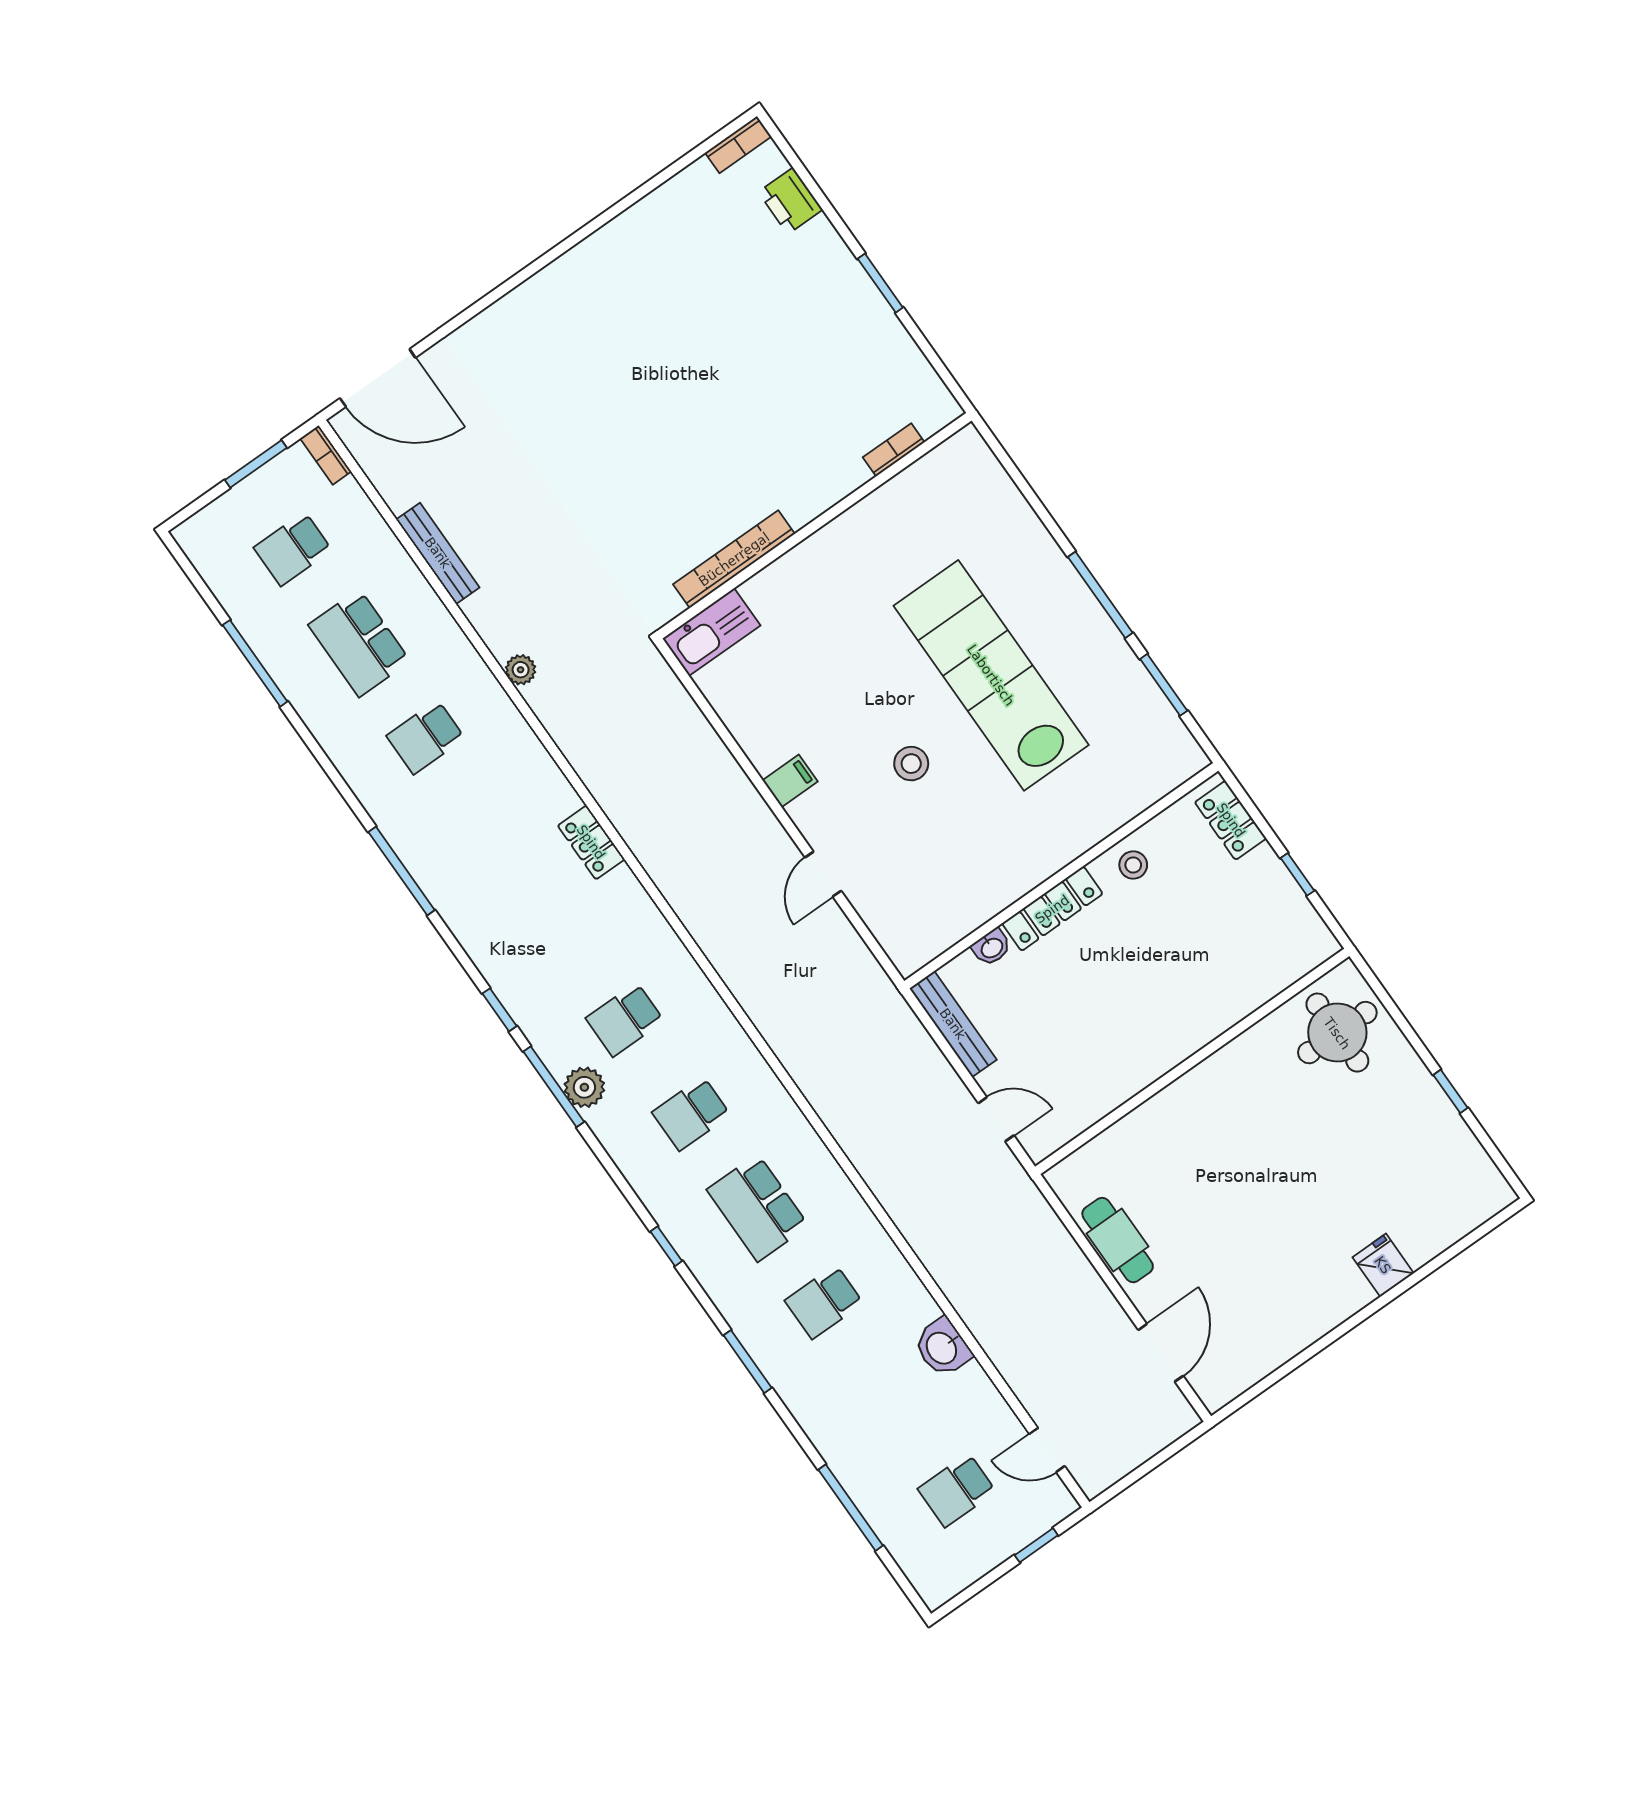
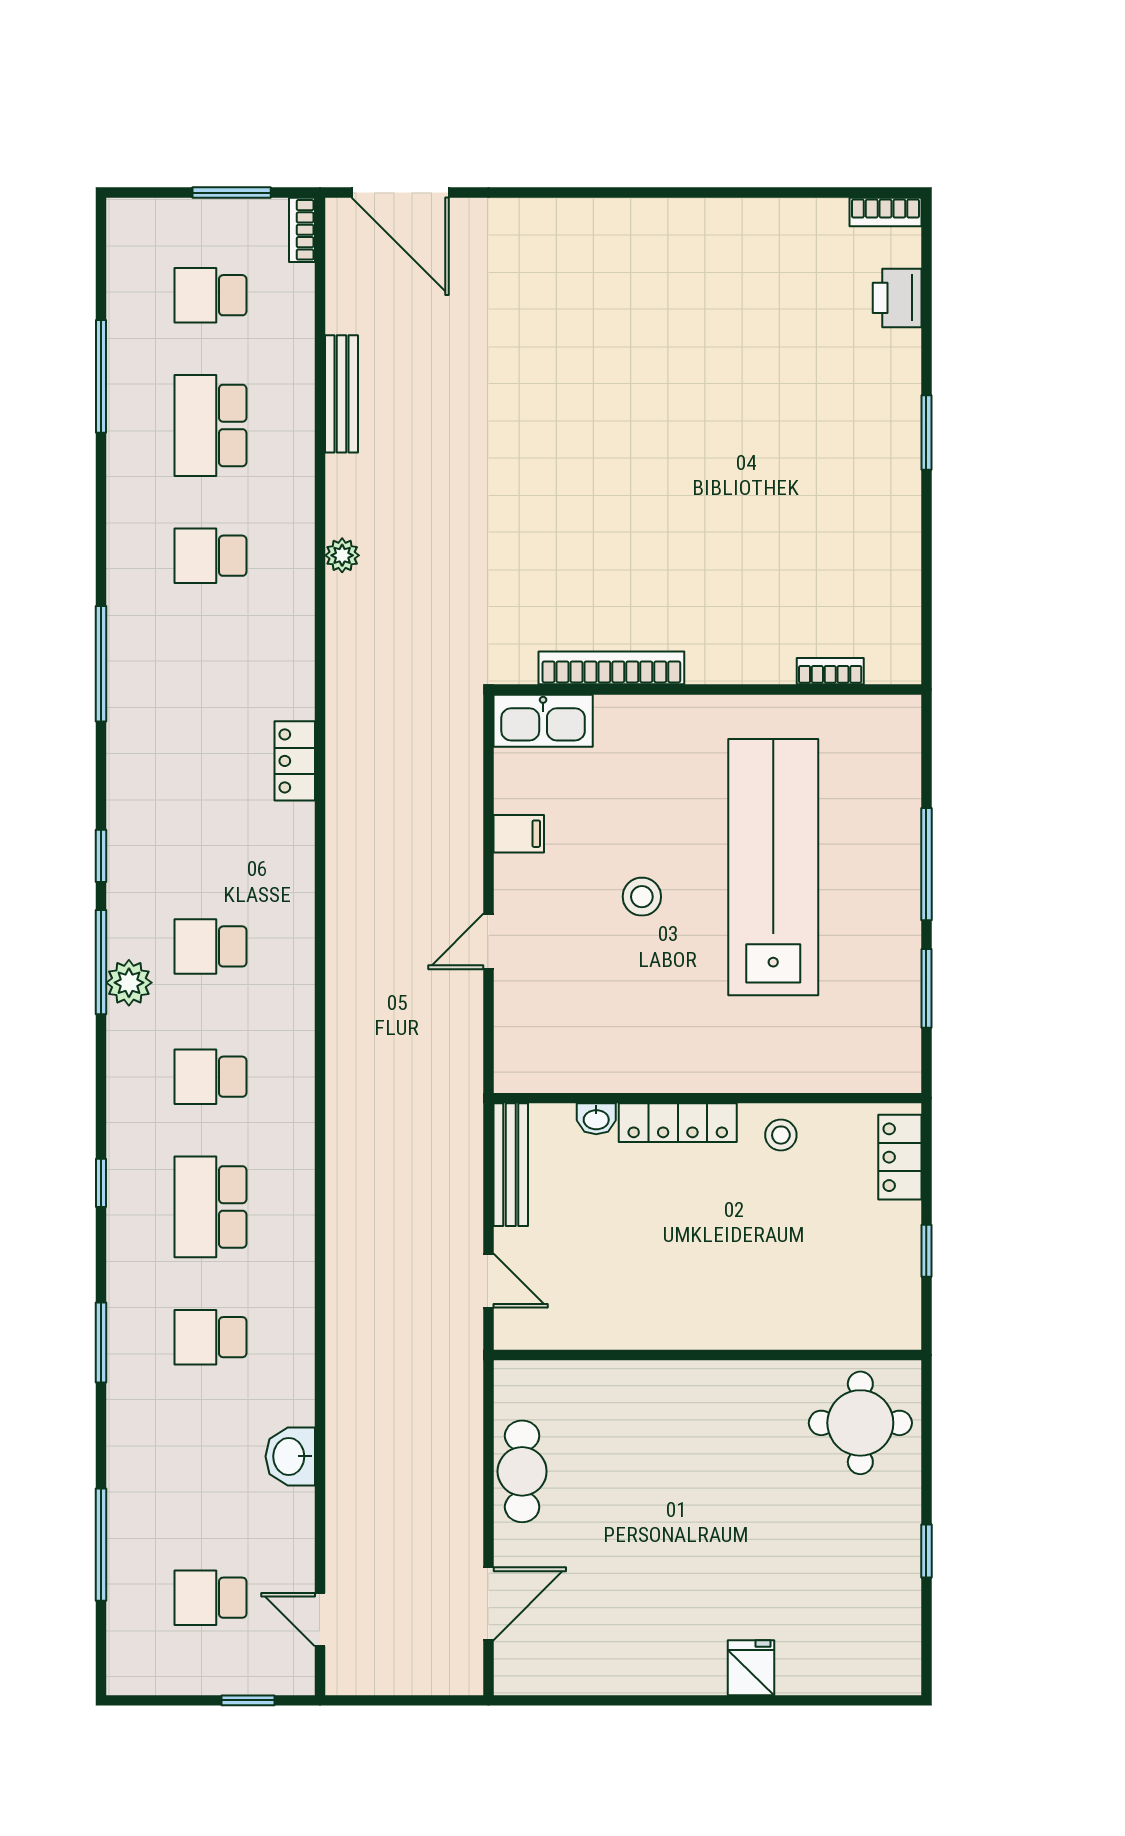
bookcase: (894, 450) -> (830, 671), moved
wall: (814, 526) -> (707, 690), moved
bookcase: (734, 559) -> (611, 668), moved
kitchen sink: (711, 632) -> (543, 721), moved

